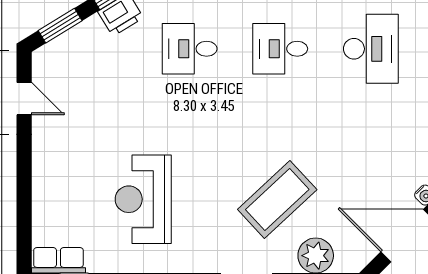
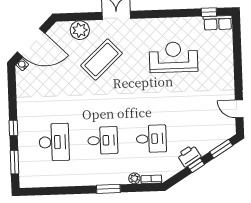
desk: (371, 49) -> (54, 142), turned 180
reception desk: (143, 199) -> (173, 57), turned -90

